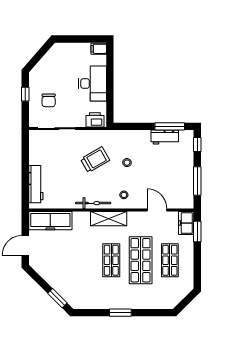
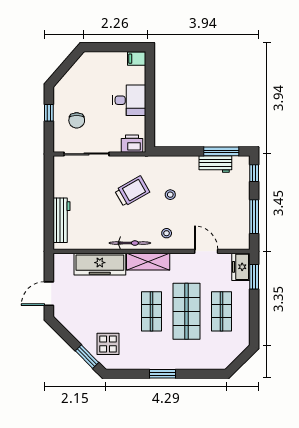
desk: (92, 84) -> (129, 100), width x0.73
freezer: (50, 221) -> (100, 264), moved
display table: (75, 288) -> (108, 344), added

